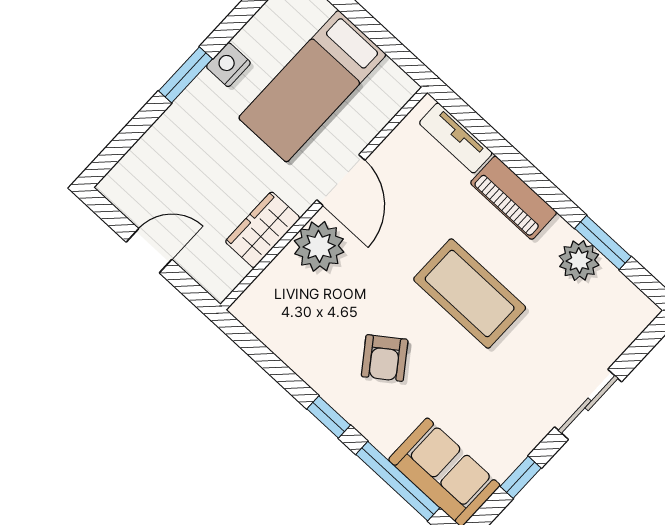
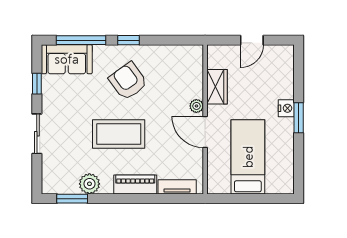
nightstand: (228, 65) -> (286, 108), moved
window: (603, 243) -> (72, 199), moved
plant: (319, 246) -> (196, 106), width x0.53, depth x0.53
armchair: (385, 358) -> (128, 81), width x1.38, depth x1.38

